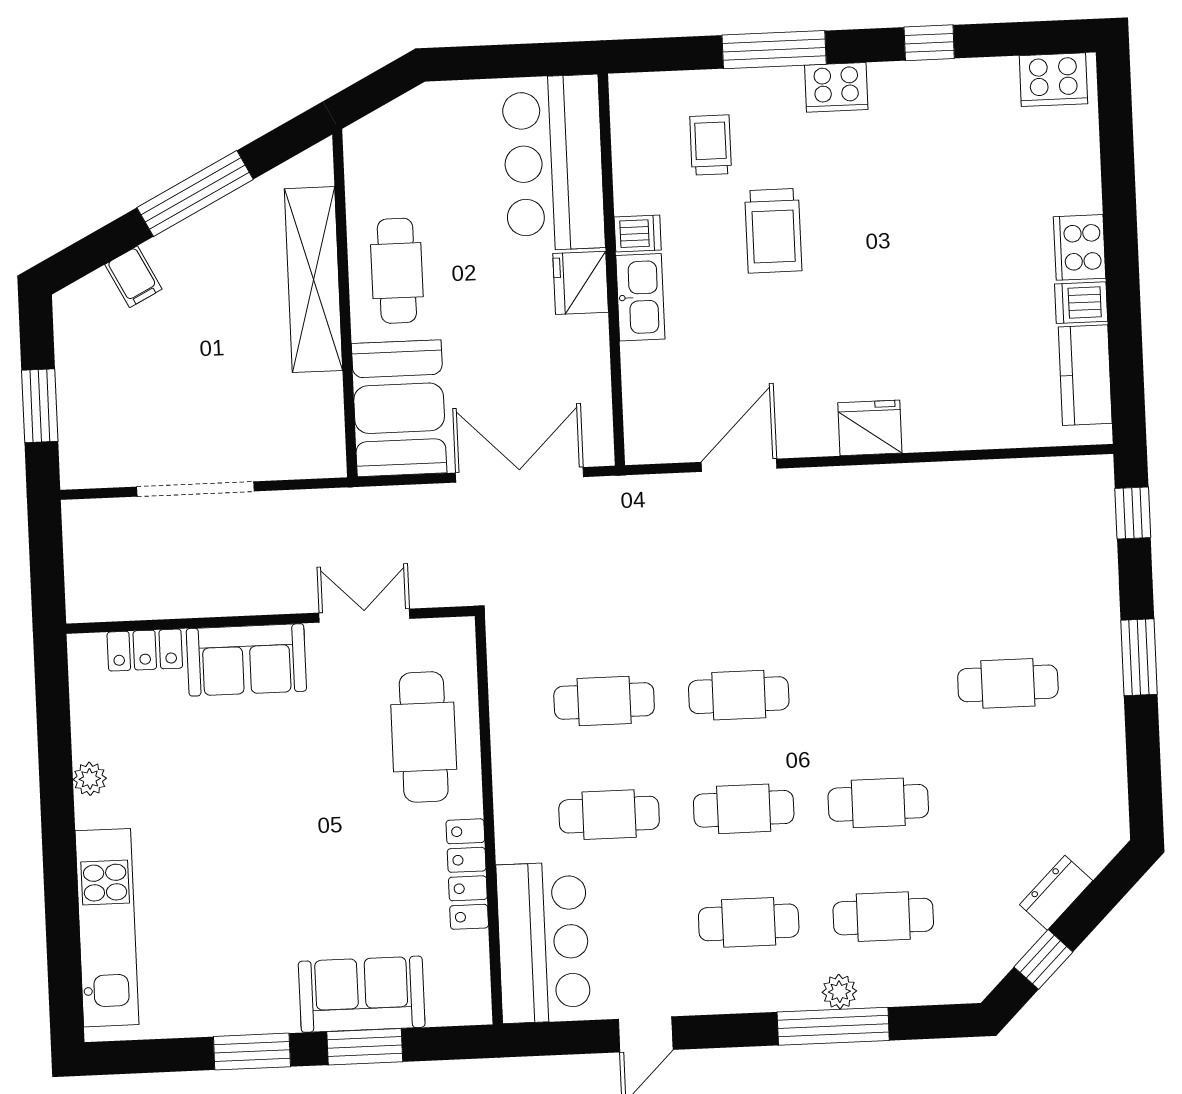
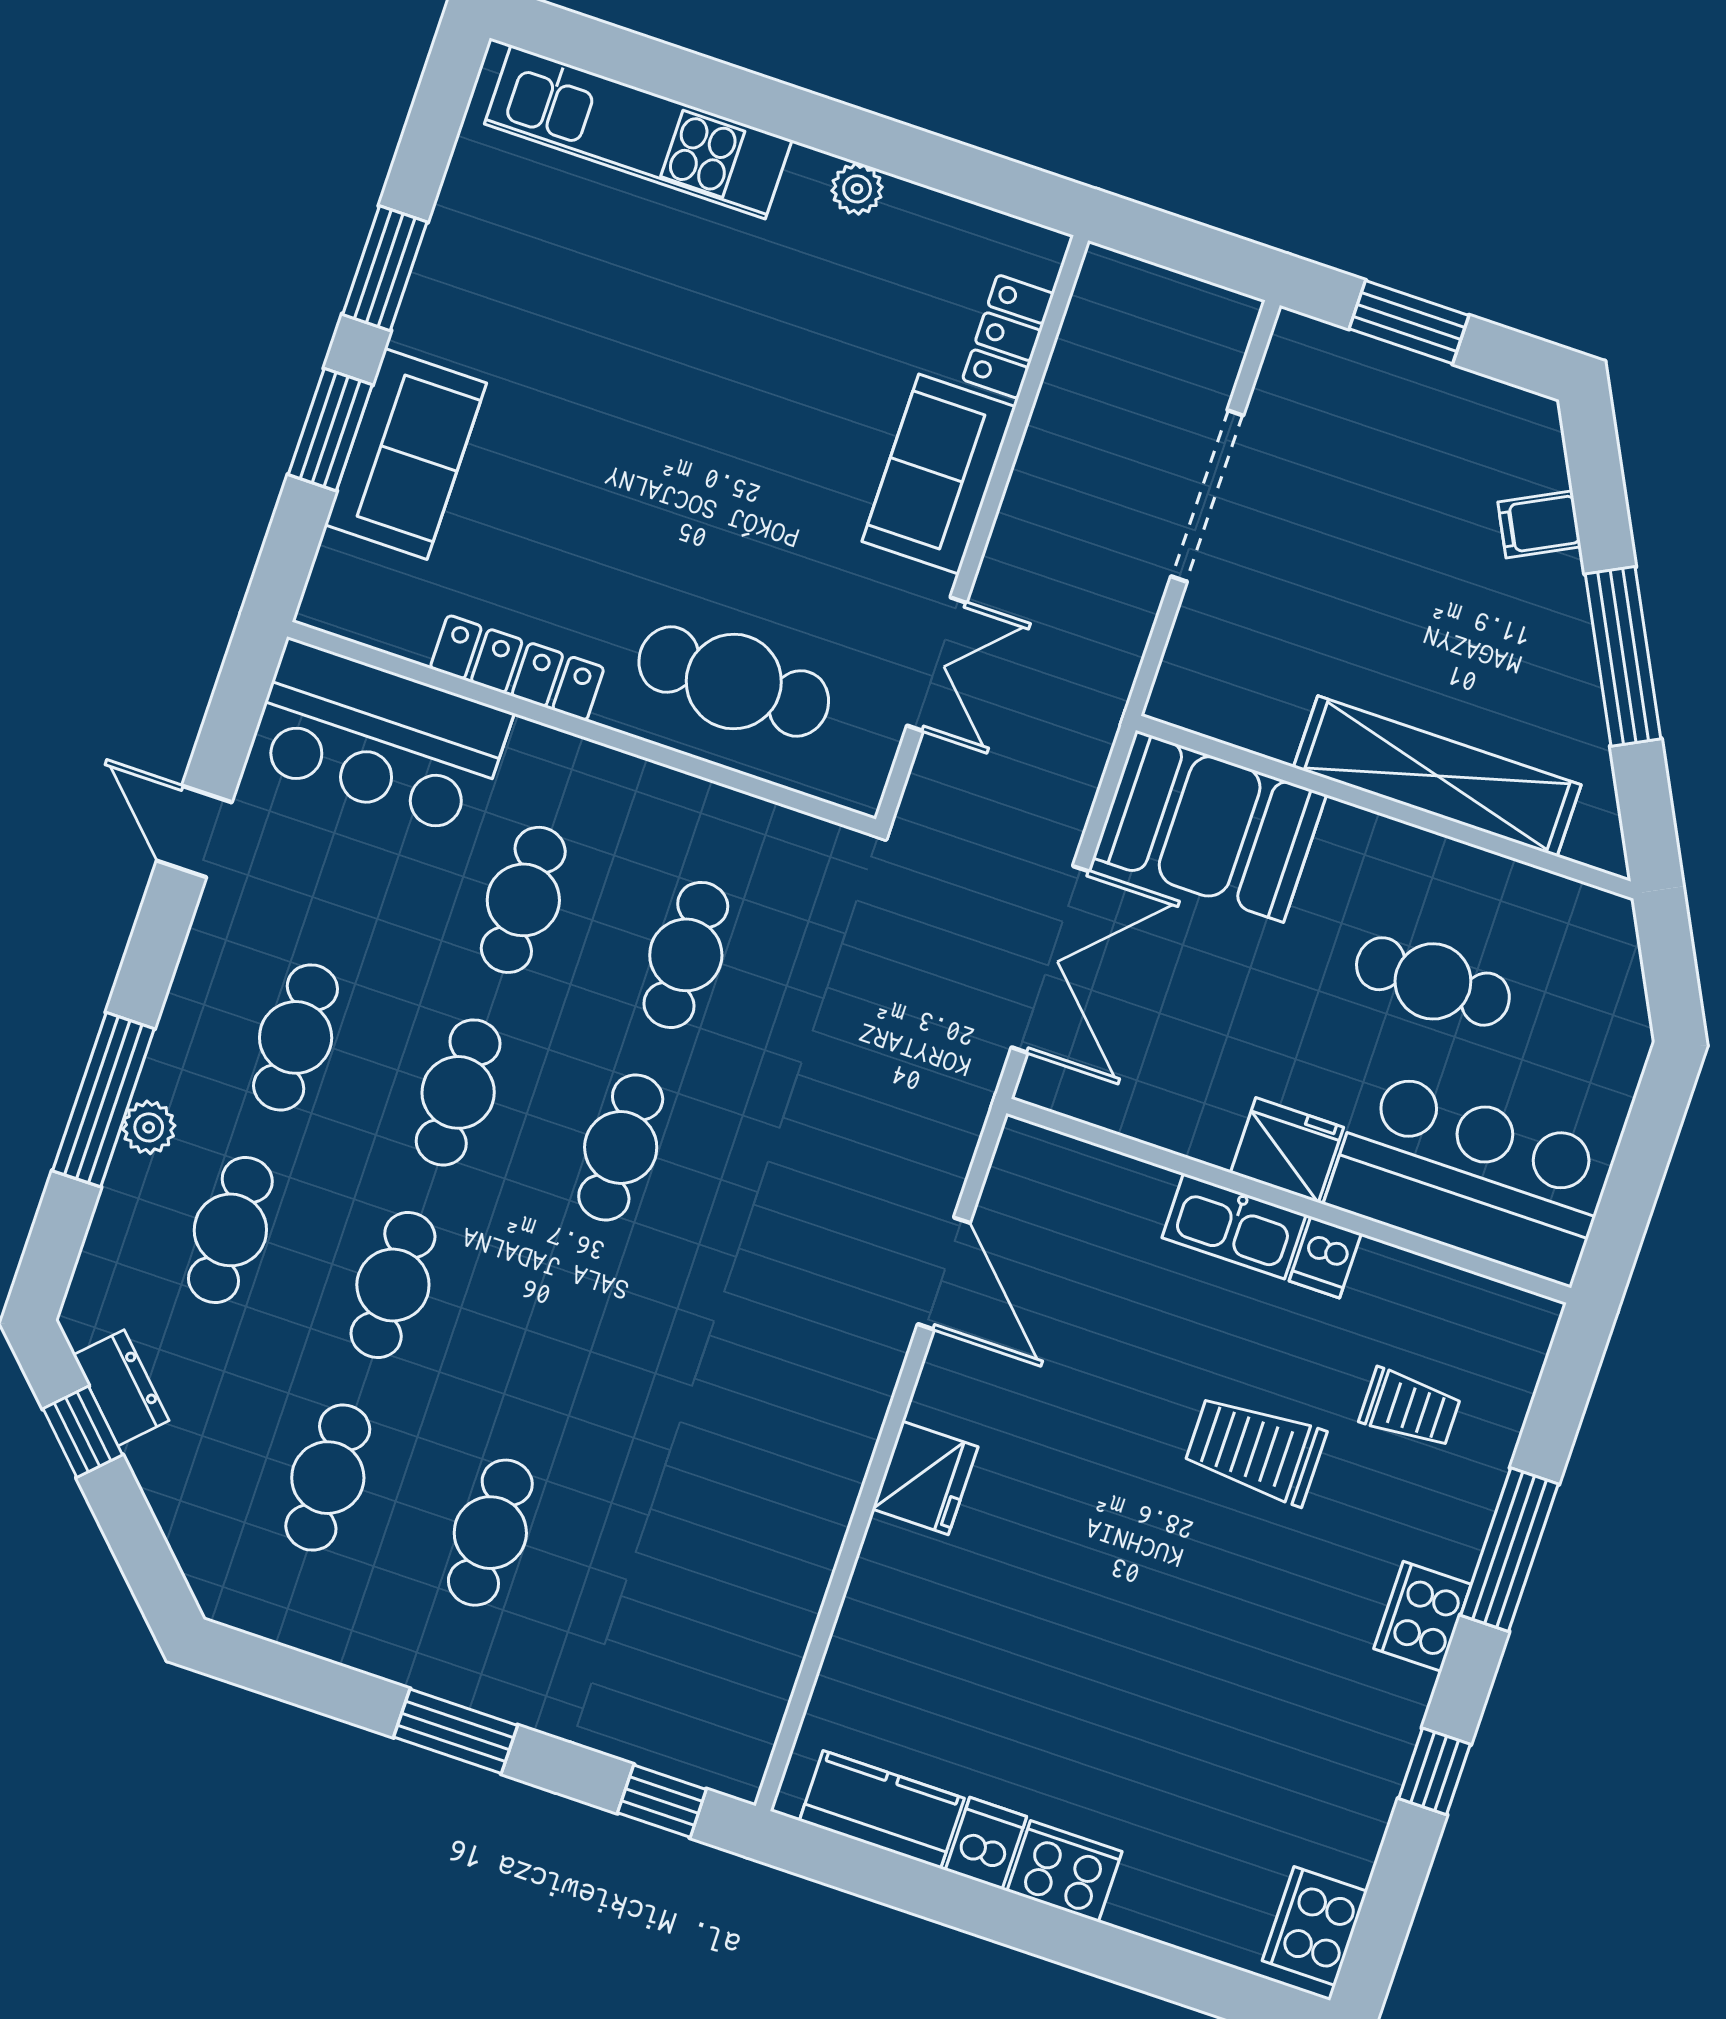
cafe table: (397, 271) -> (1433, 981), moved
cafe table: (1013, 797) -> (328, 1478), added
dresser: (1056, 893) -> (121, 1388), moved

